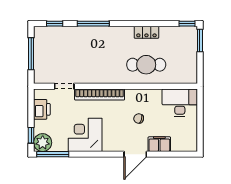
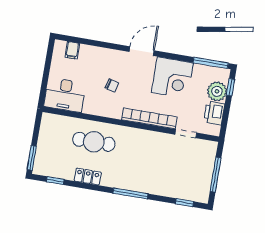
window: (93, 24) -> (130, 193), moved
window: (187, 24) -> (55, 181), moved
plant: (43, 143) -> (217, 91), moved
filing cabinet: (159, 144) -> (72, 50), moved, width x0.50
door: (135, 154) -> (142, 51), moved

